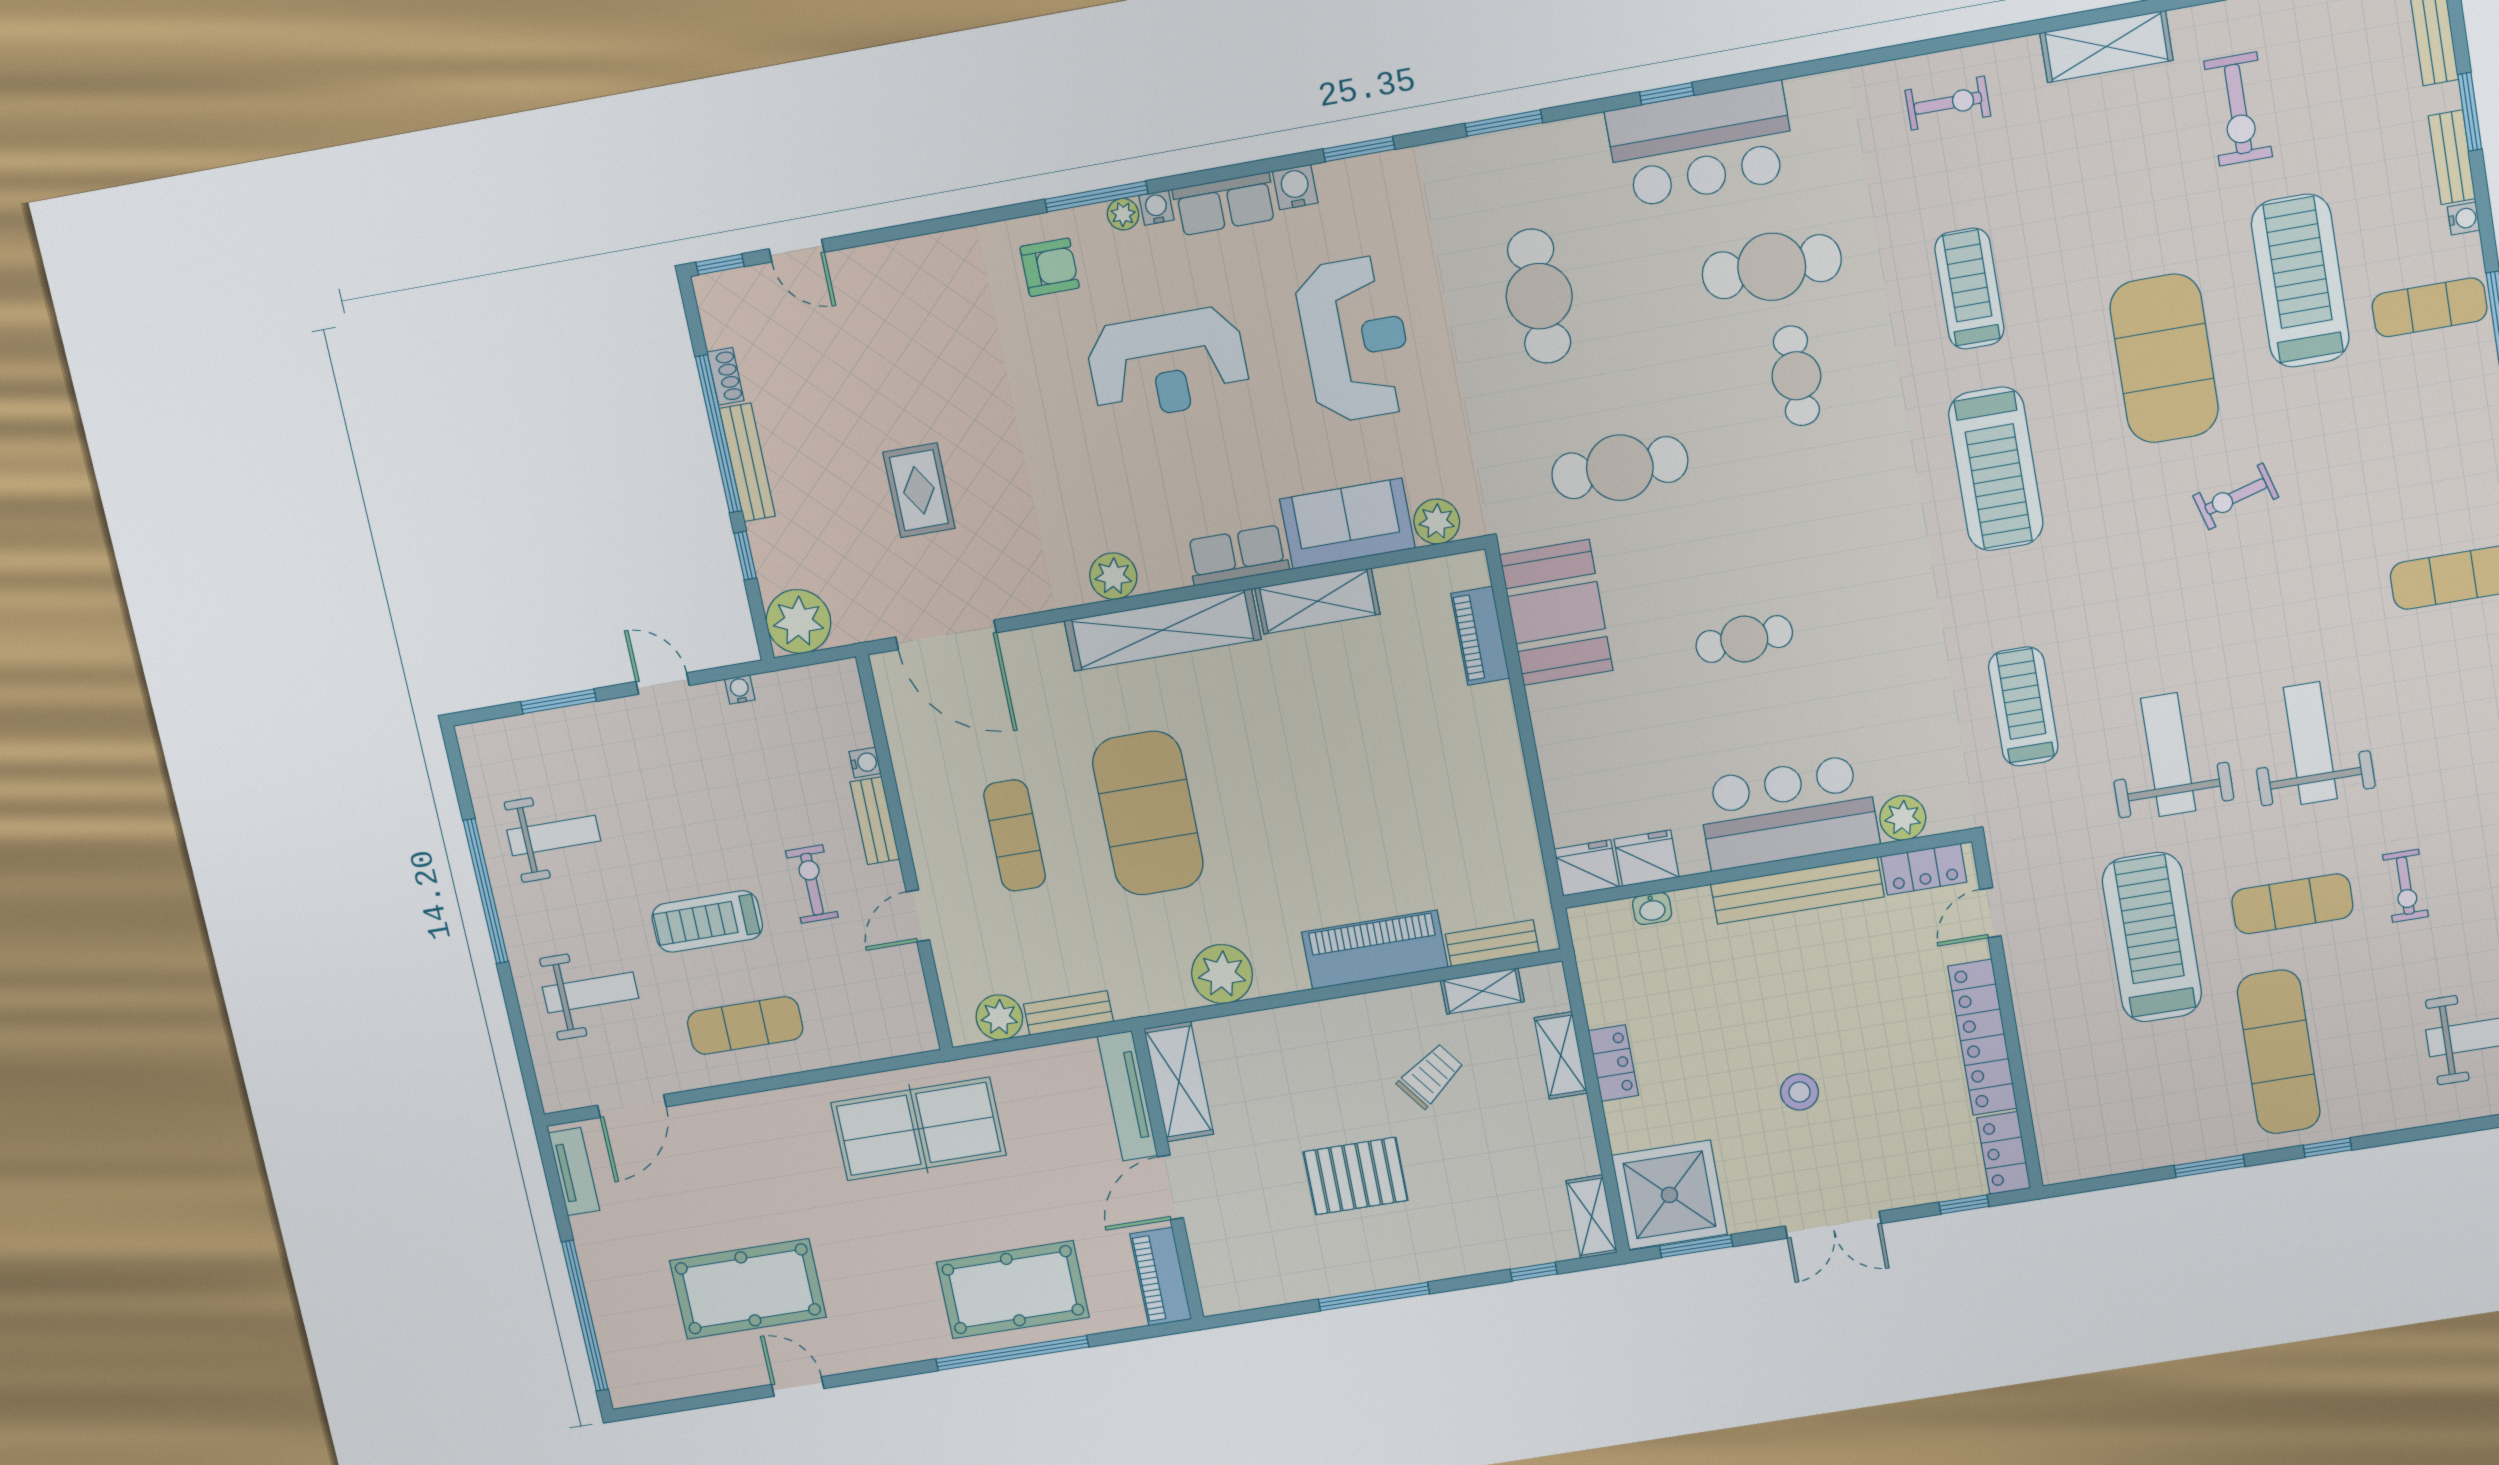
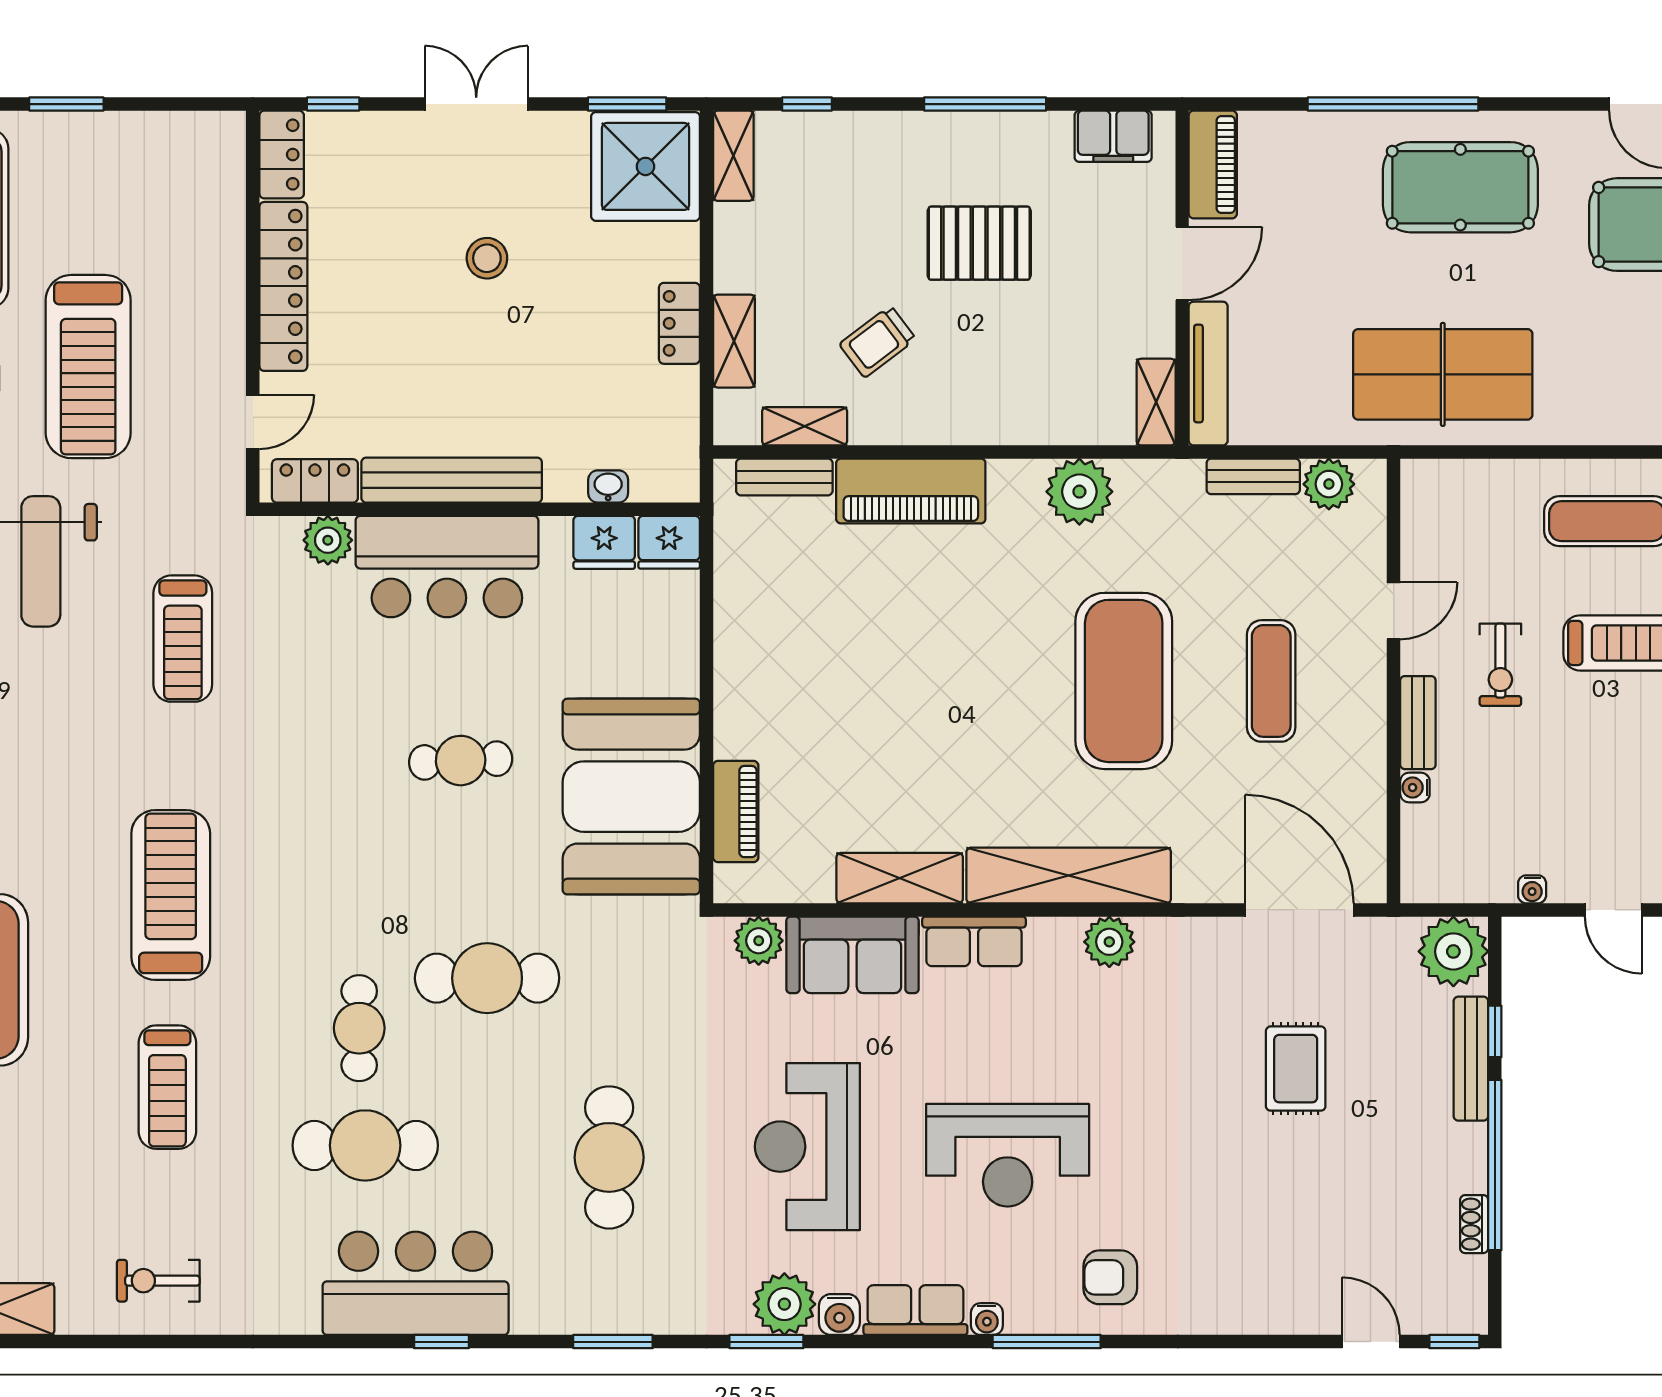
plant: (1123, 214) -> (784, 1304), moved, width x1.88, depth x1.88
reception desk: (1168, 364) -> (1008, 1155), turned 180
bench: (747, 462) -> (1471, 1059), moved
cafe table: (1620, 468) -> (487, 978), moved
booth: (1556, 613) -> (631, 797), width x1.36, depth x1.42
shelving: (1179, 1082) -> (1156, 402), width x0.67, depth x0.75
filing cabinet: (1254, 1287) -> (1113, 136), added
pool table: (1013, 1290) -> (1460, 187), moved

